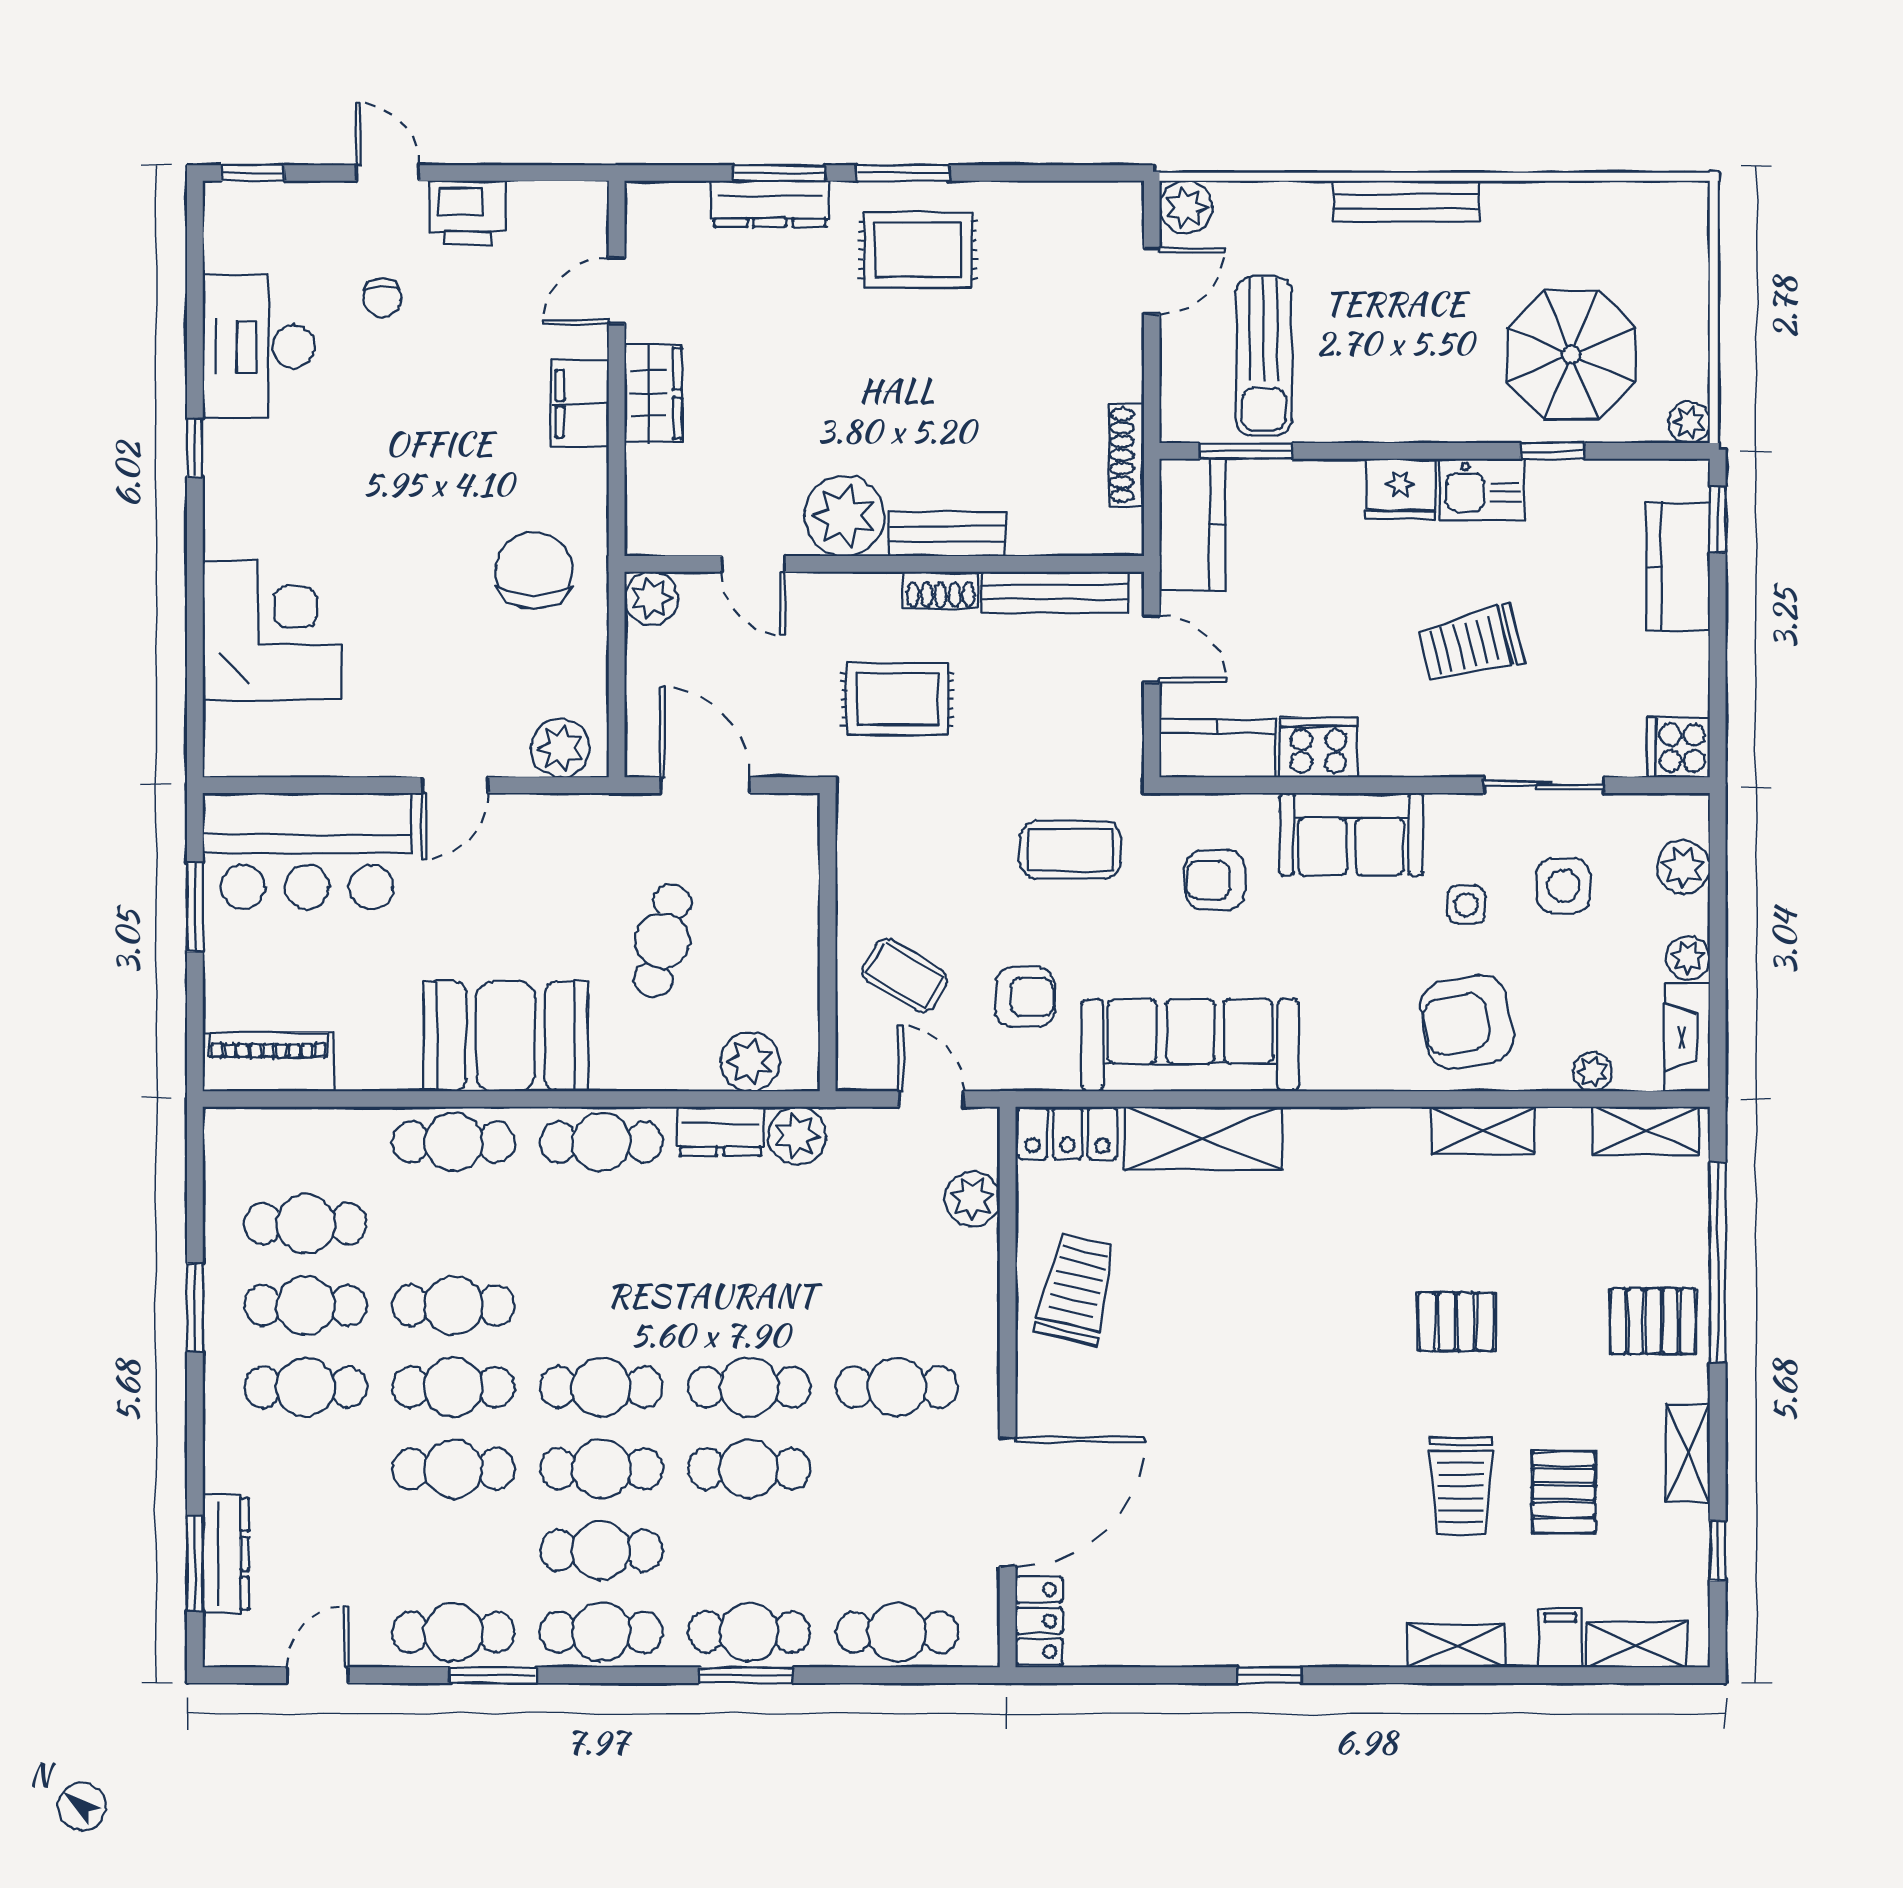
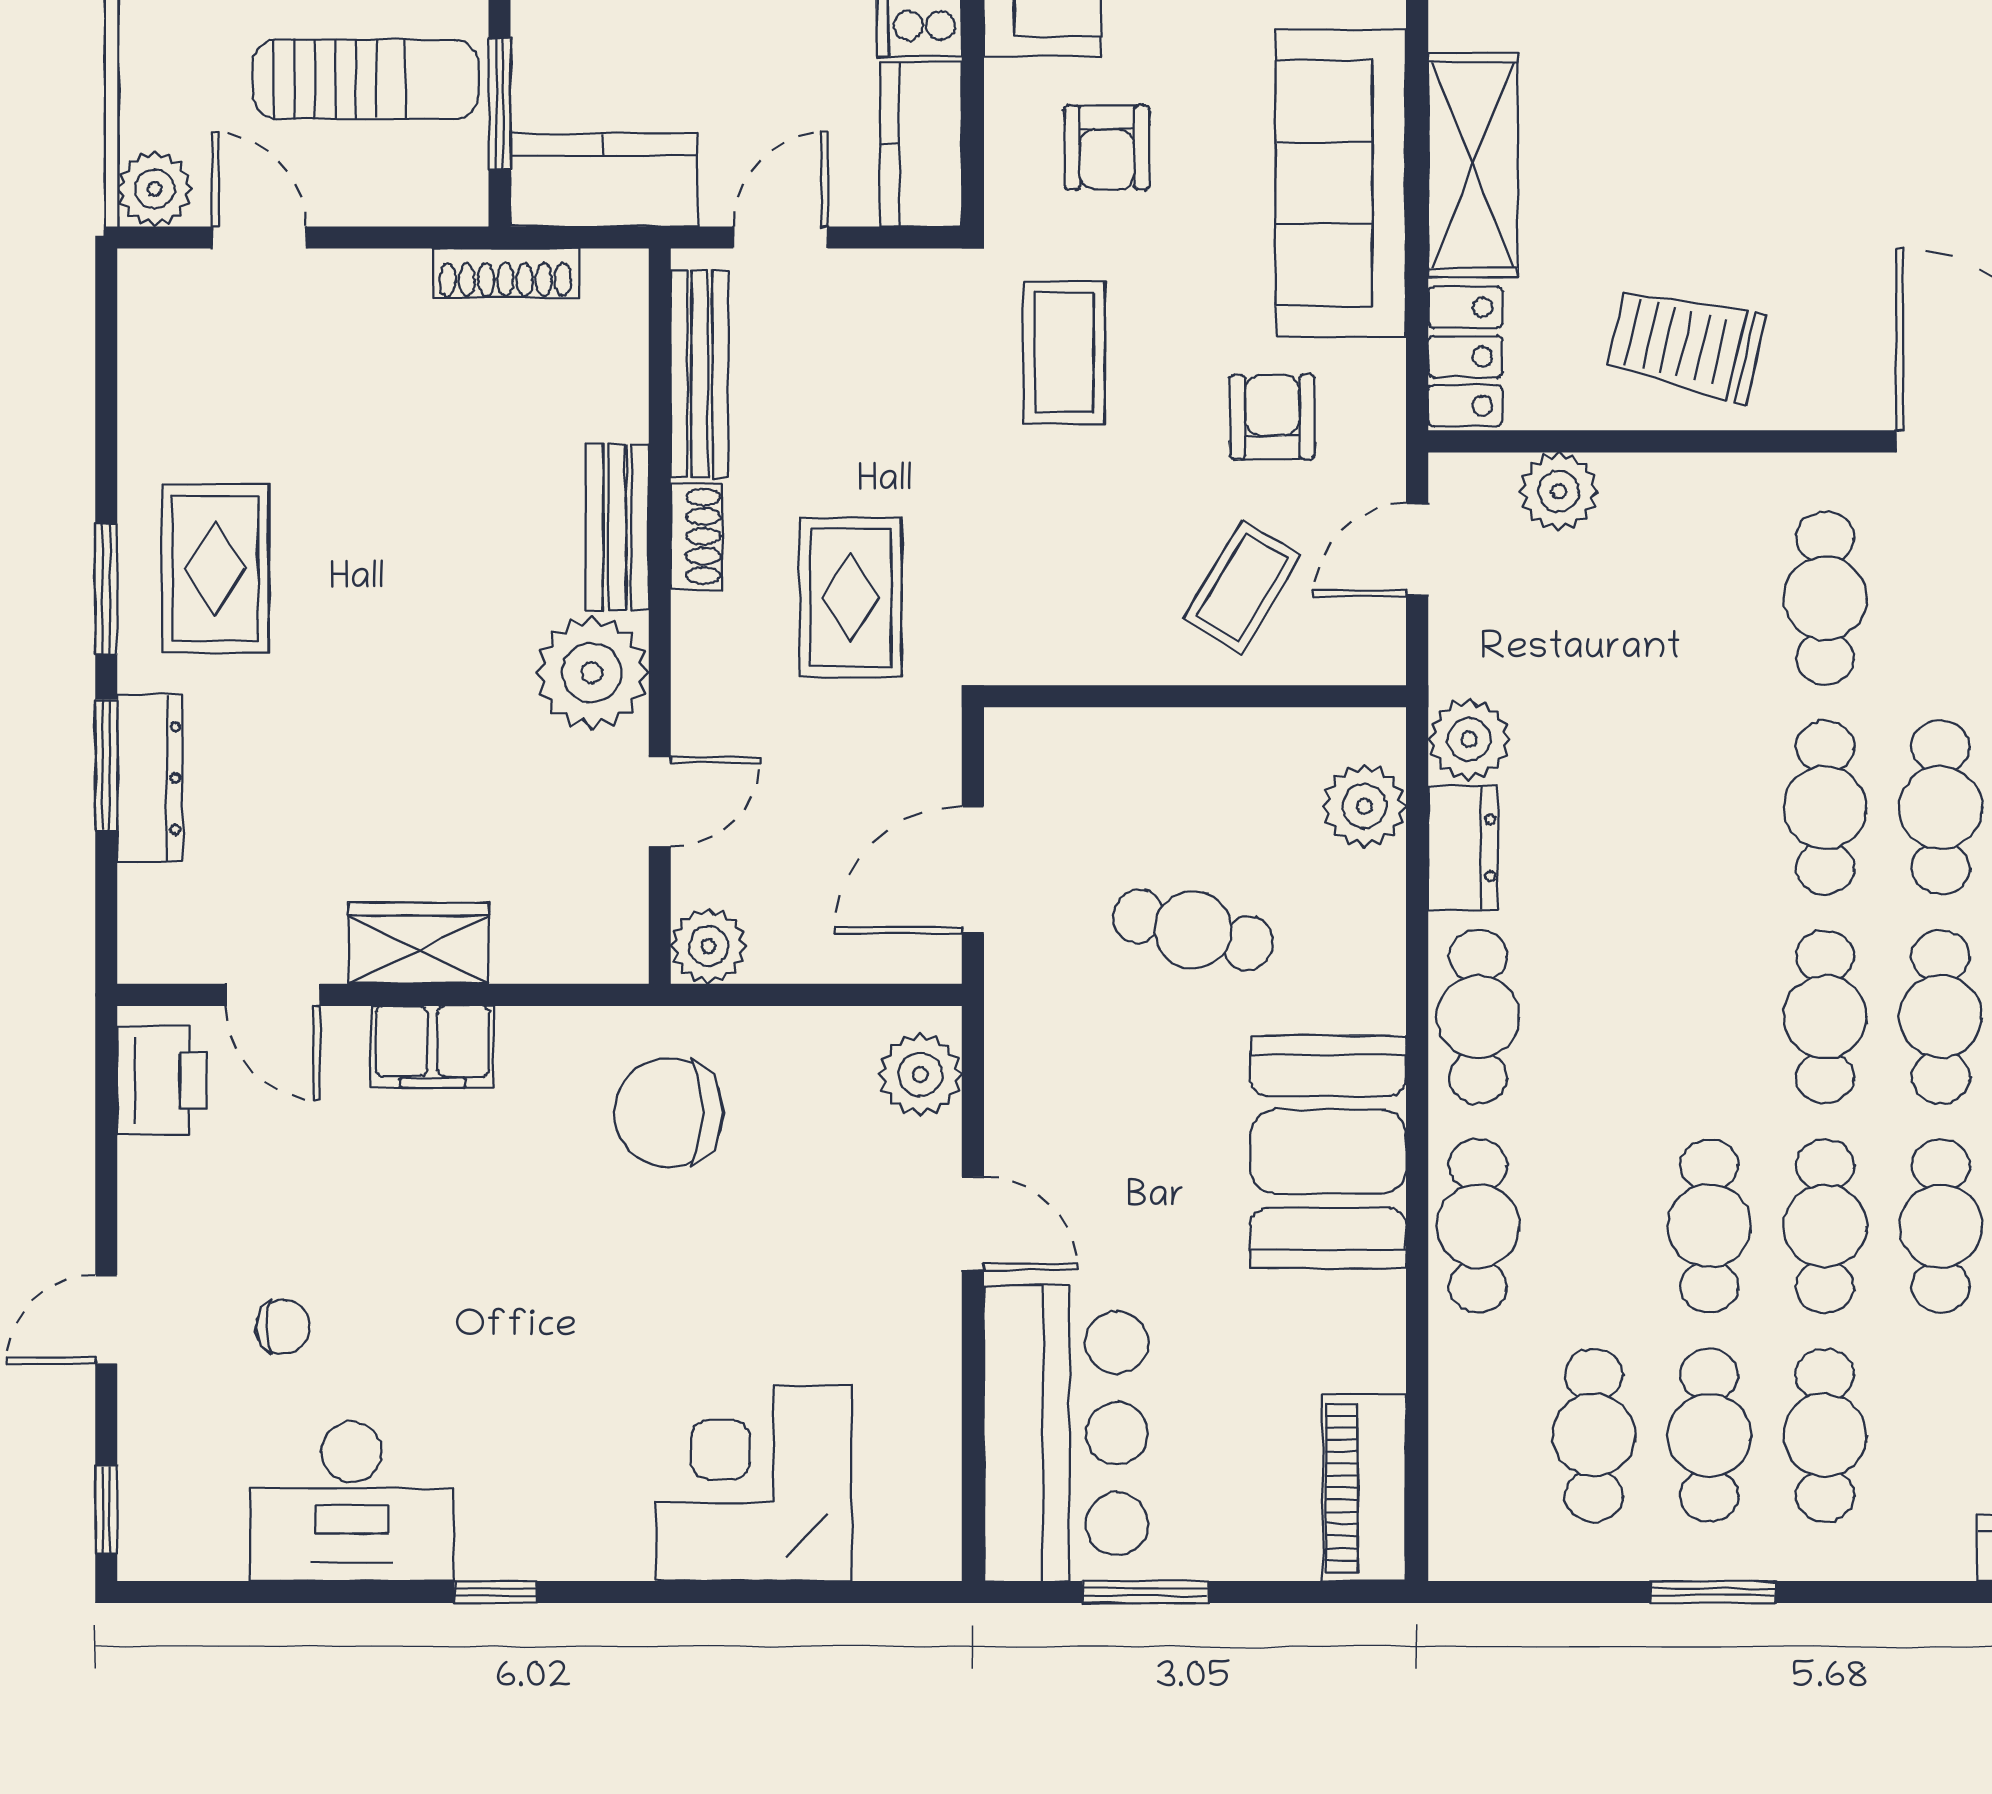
printer: (468, 212) -> (162, 1081), moved

